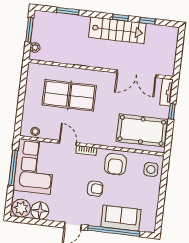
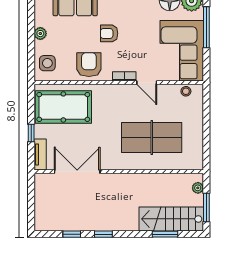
stairs: (117, 30) -> (171, 219), moved
window: (13, 168) -> (206, 27), moved
plant: (154, 196) -> (40, 34), added

